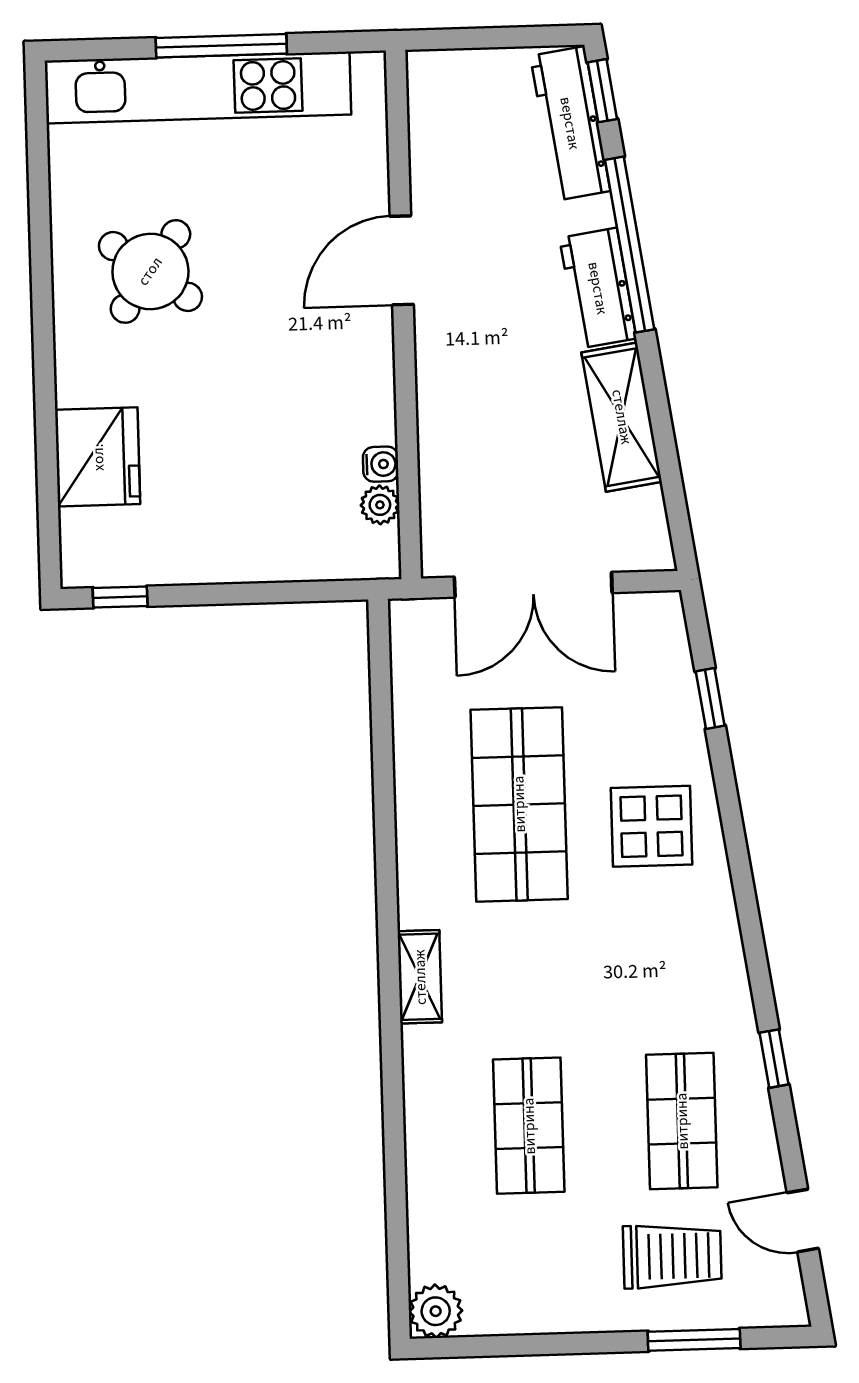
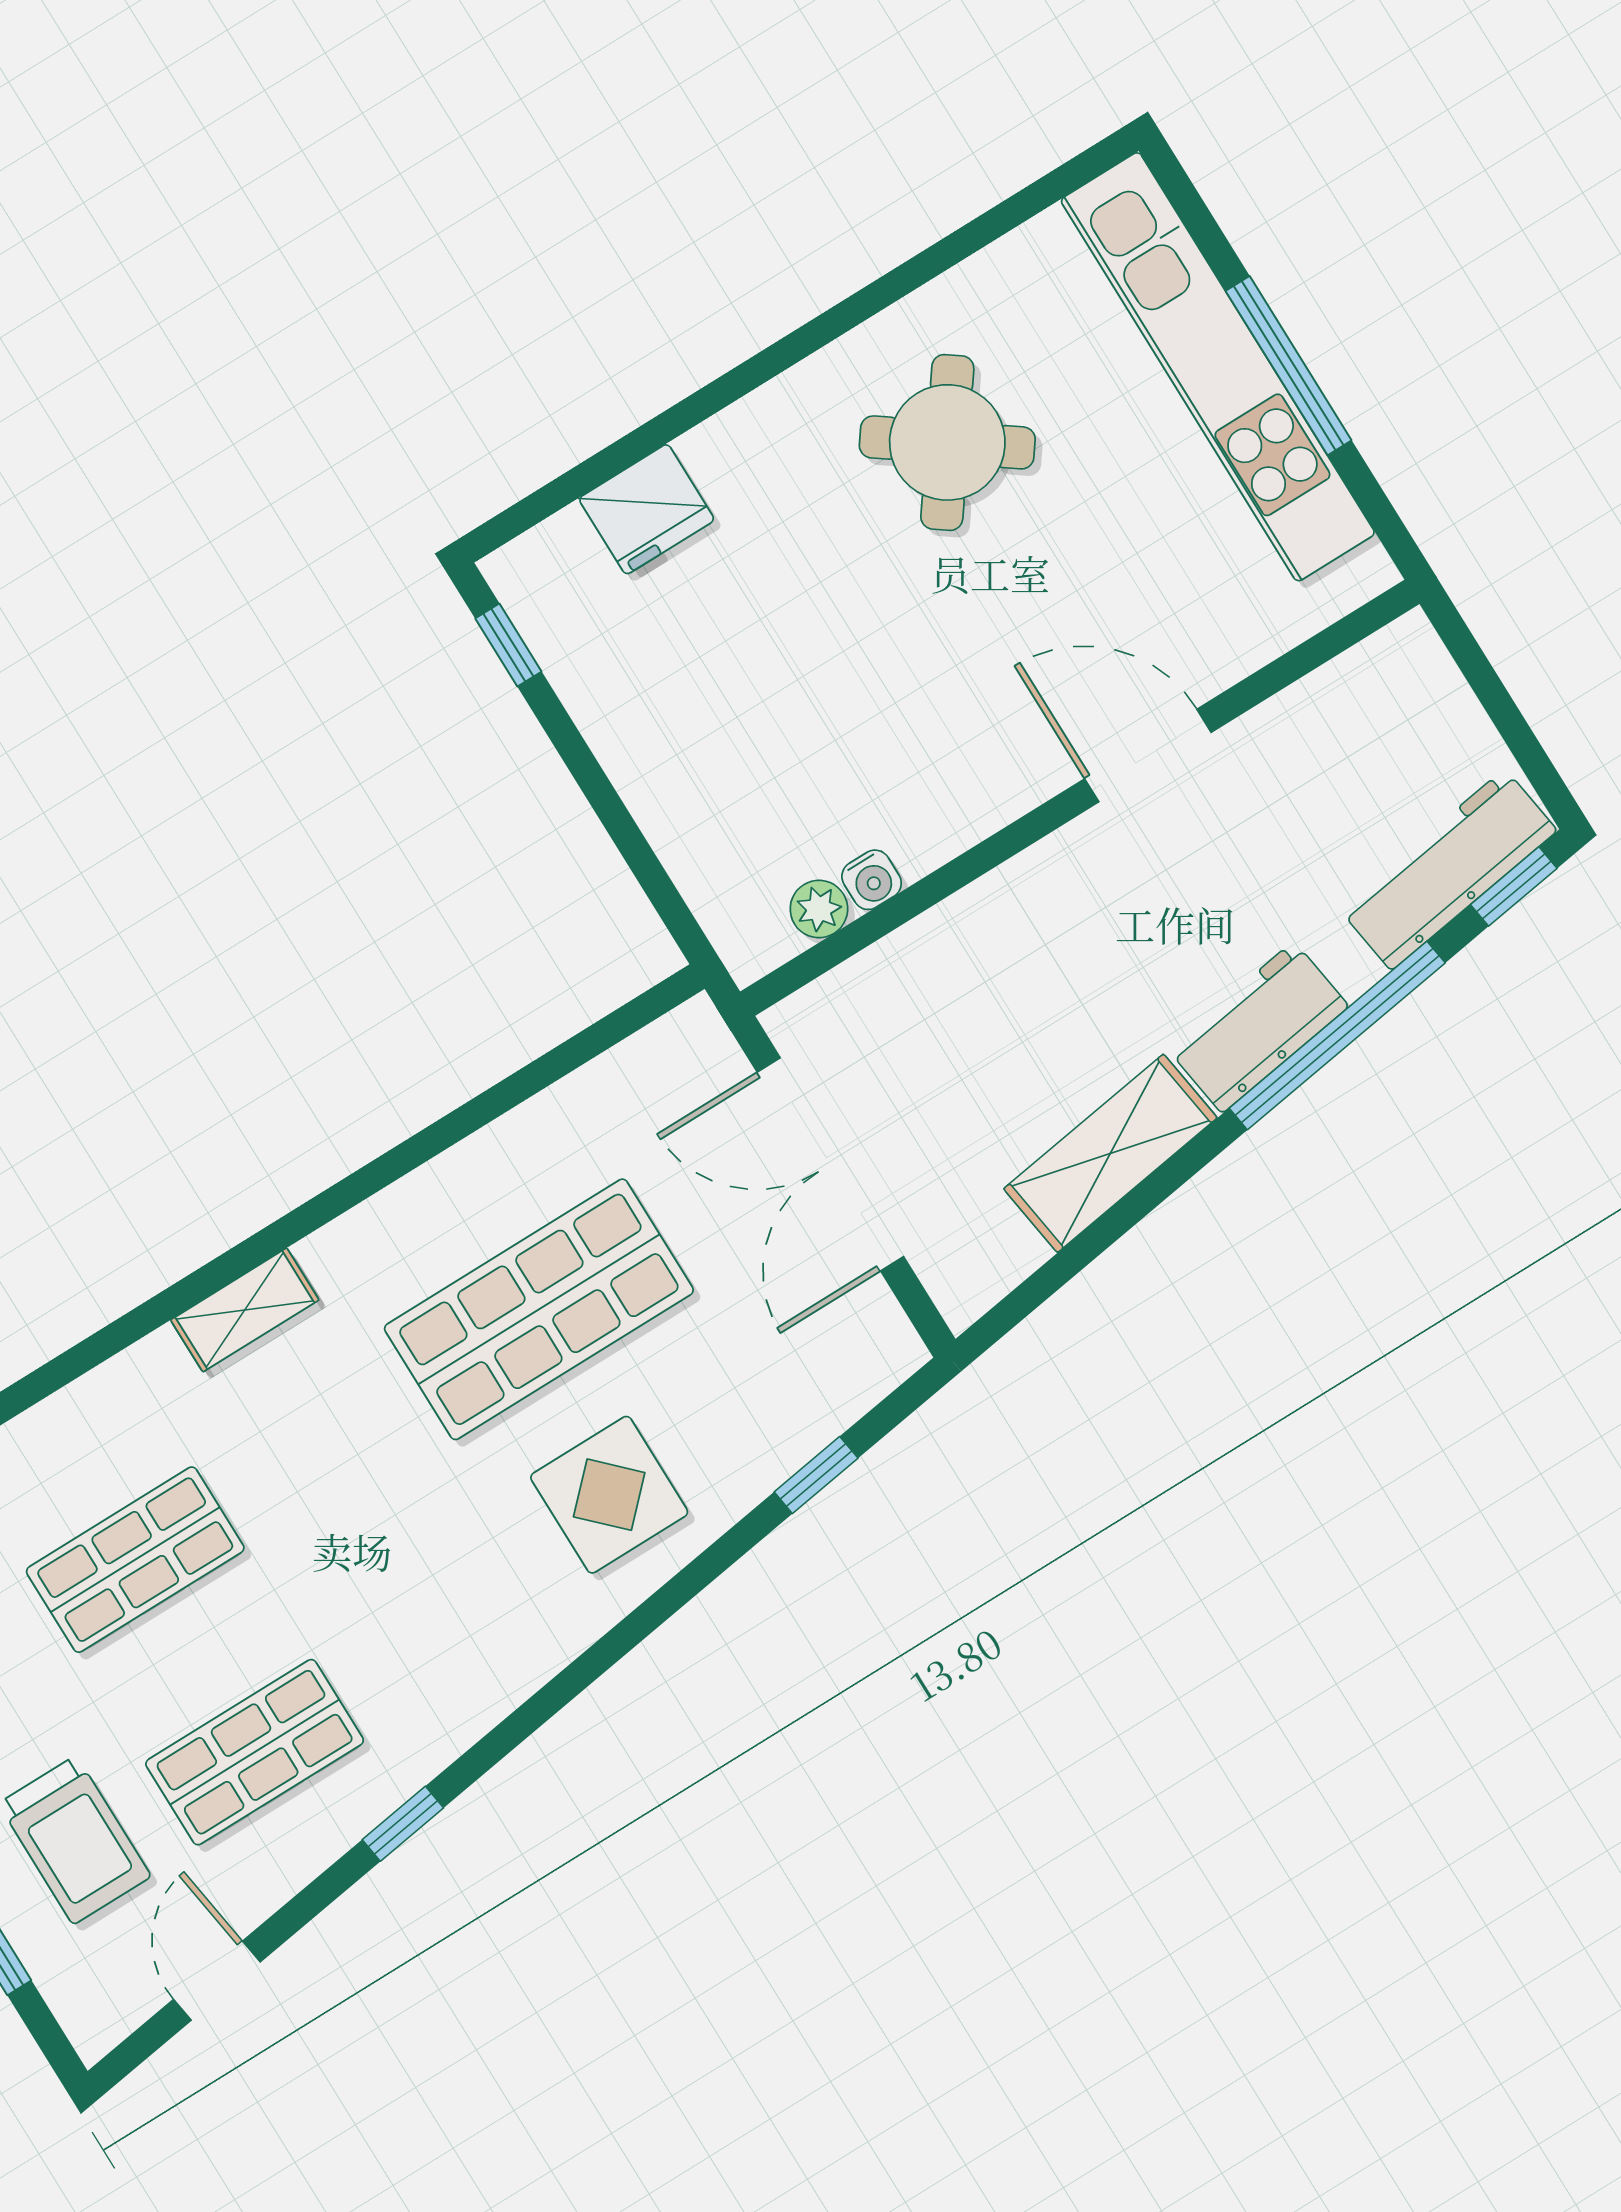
fridge: (98, 457) -> (647, 509), width x0.73, depth x0.75

